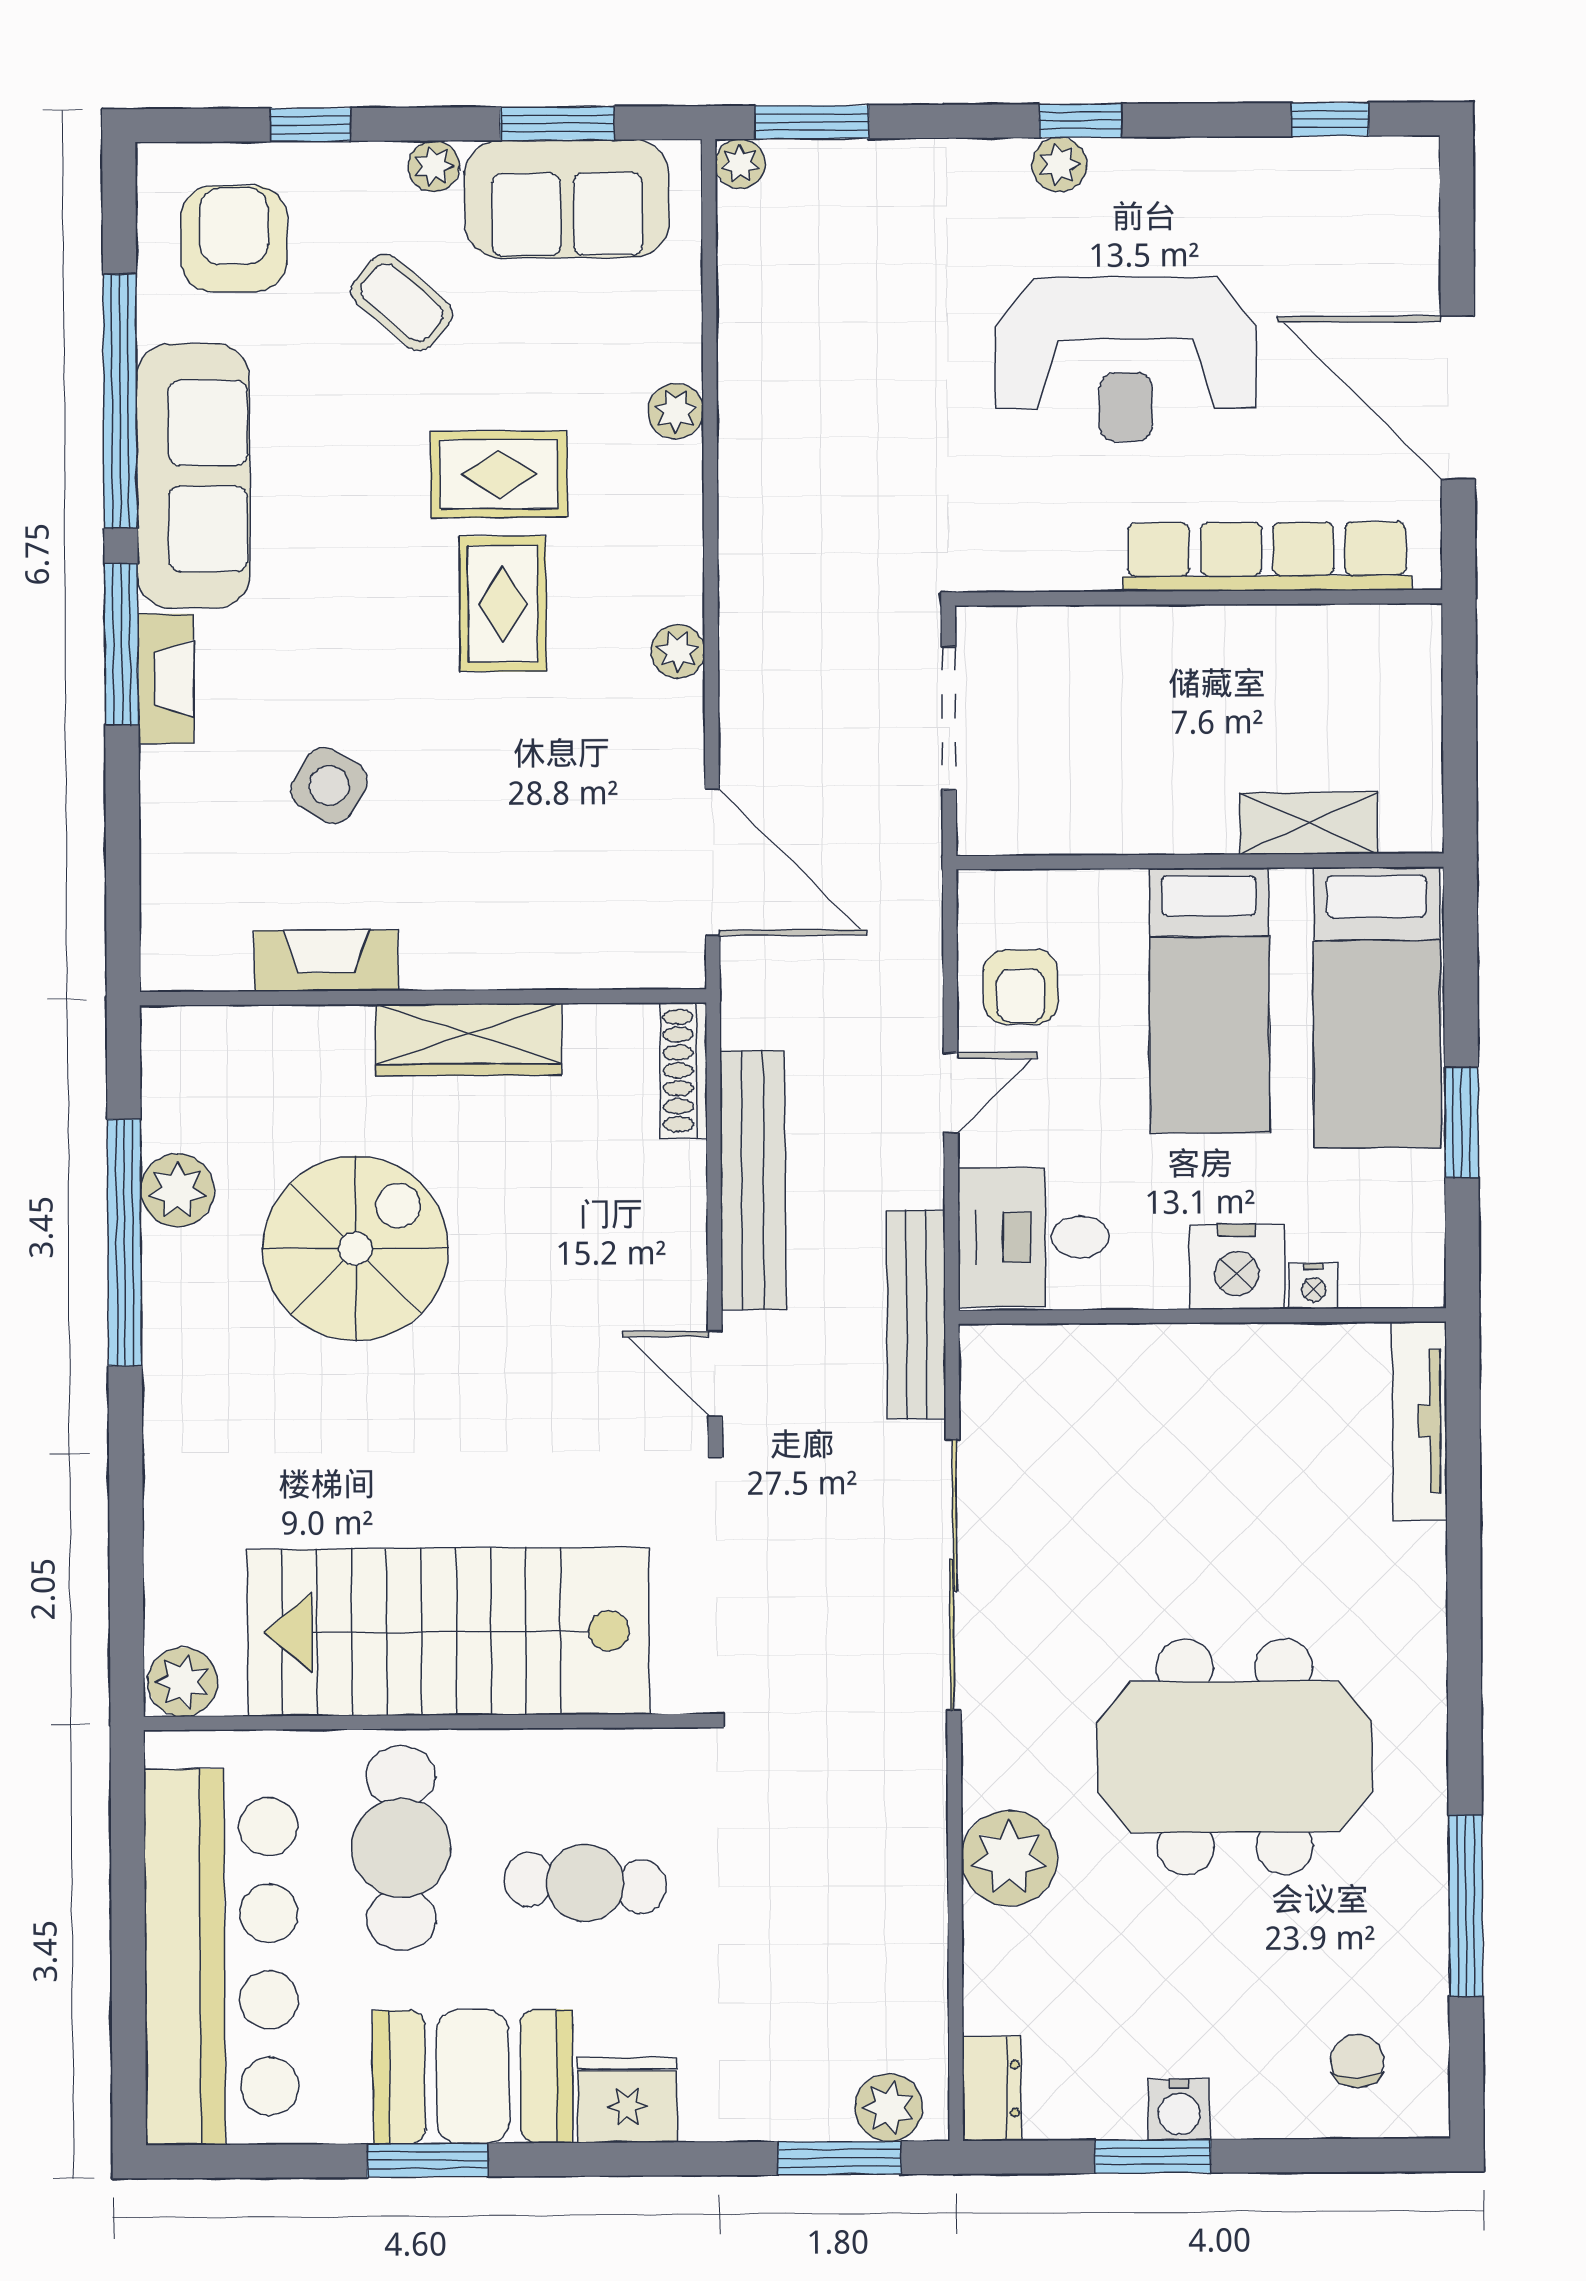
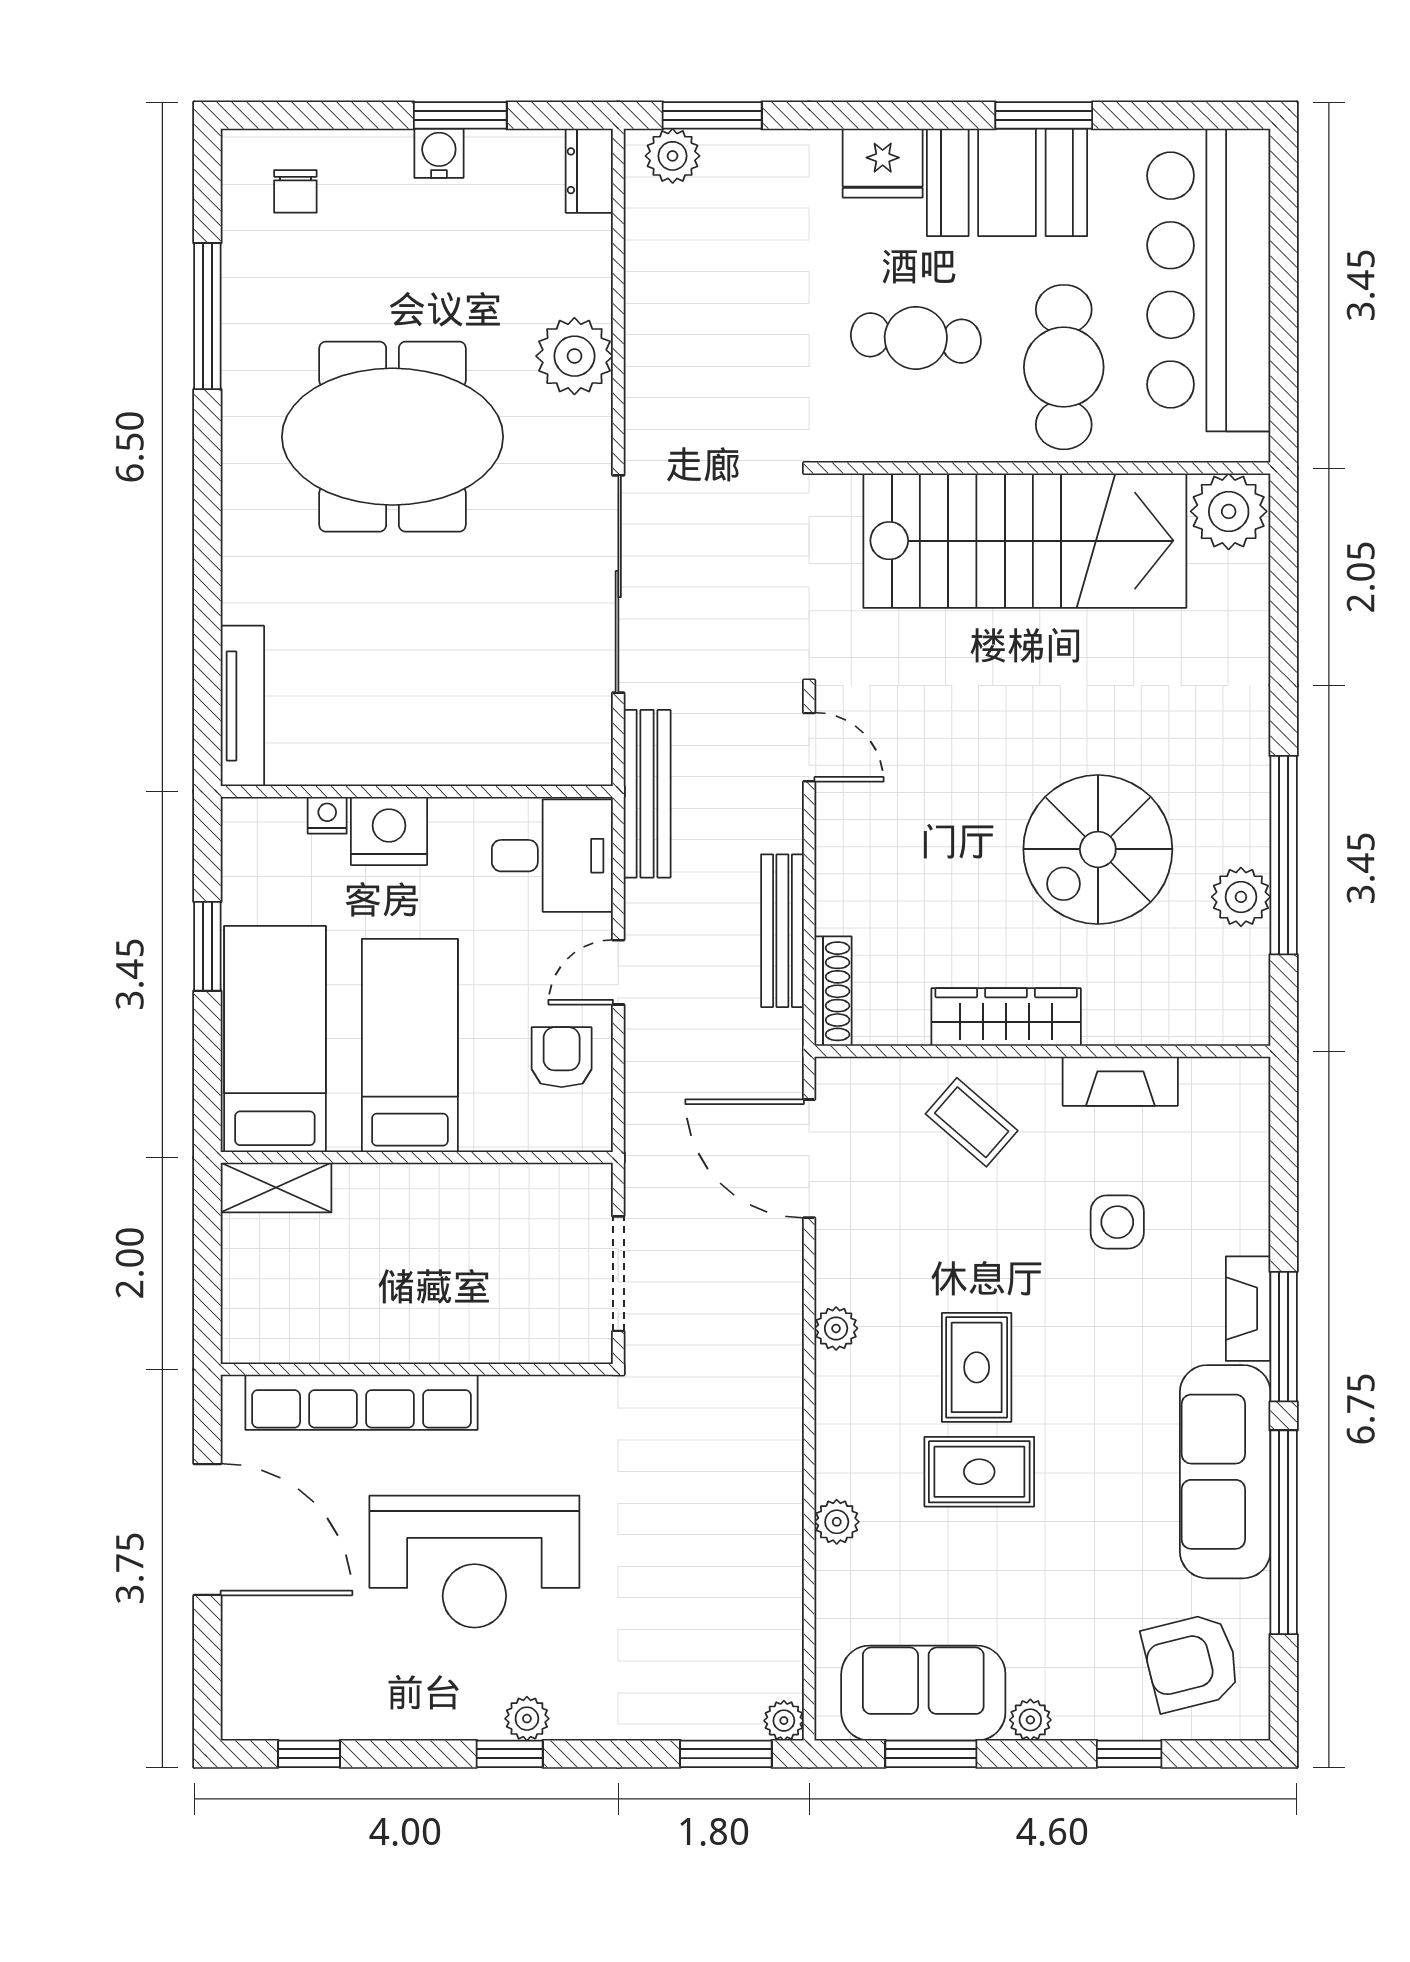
armchair: (234, 239) -> (1191, 1662), turned 76
coffee table: (402, 302) -> (972, 1122), moved
reception desk: (1126, 359) -> (474, 1562), turned 180
side table: (329, 785) -> (1117, 1222), turned -31
shelving: (1309, 823) -> (276, 1188), moved
bench: (753, 1180) -> (782, 931), width x0.73, depth x0.82
plant: (183, 1682) -> (1229, 511), width x1.36, depth x1.36

